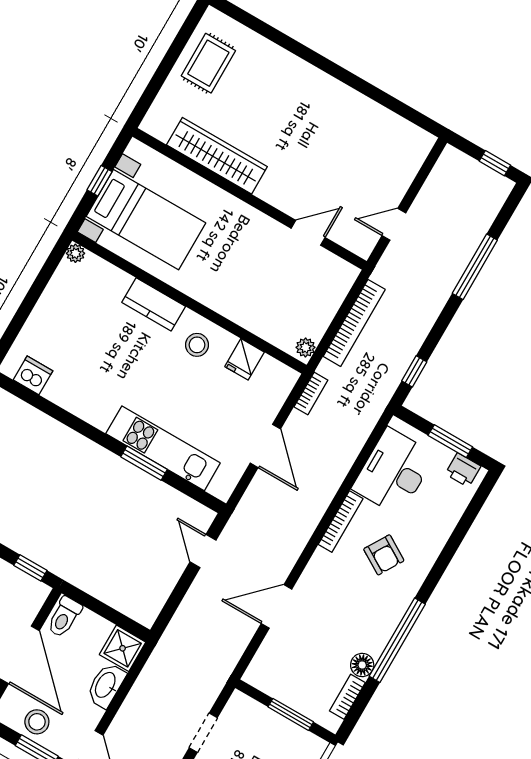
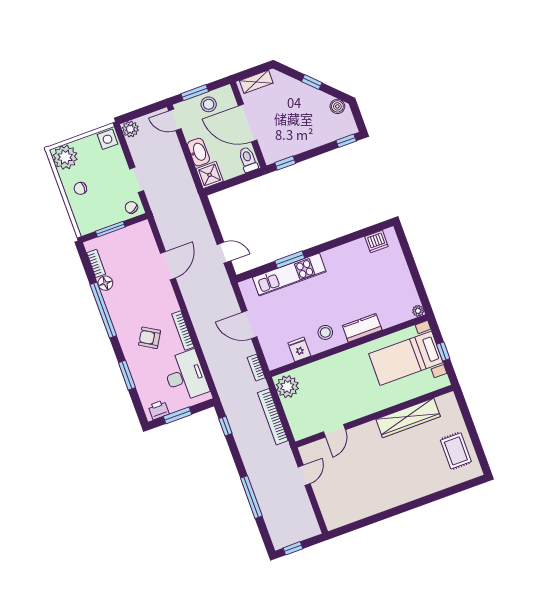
plant: (306, 347) -> (287, 387), width x1.87, depth x1.87
window: (453, 544) -> (127, 375), added
chair: (243, 711) -> (131, 207), added

